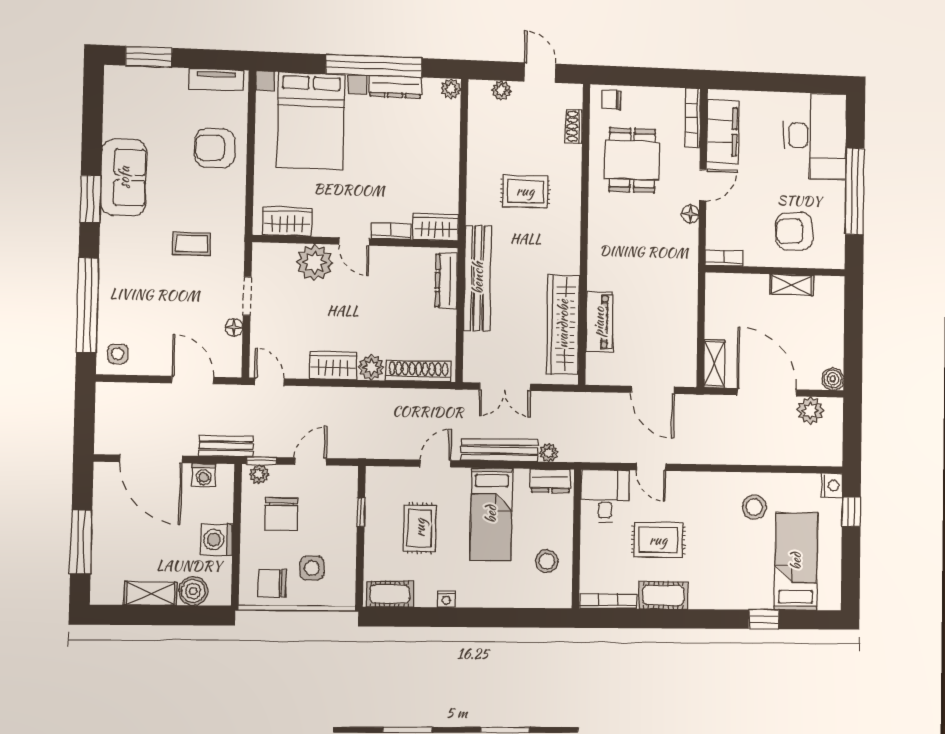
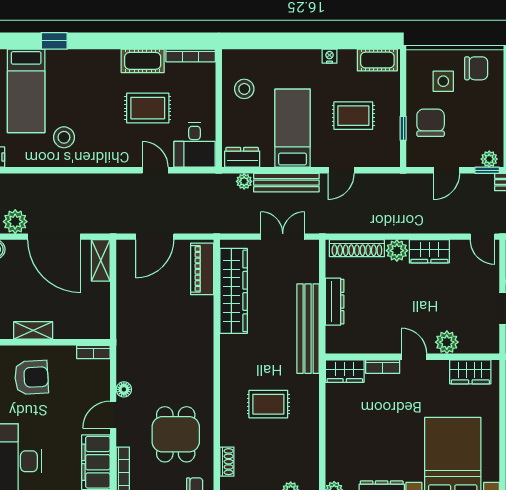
plant: (315, 262) -> (447, 342), width x0.73, depth x0.73
dresser: (446, 281) -> (335, 302), moved
piano: (599, 322) -> (202, 269), moved
door: (653, 390) -> (155, 237), swing flipped
chair: (281, 514) -> (431, 123), moved
rug: (420, 528) -> (353, 116), turned 90

